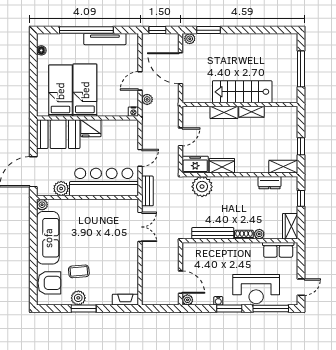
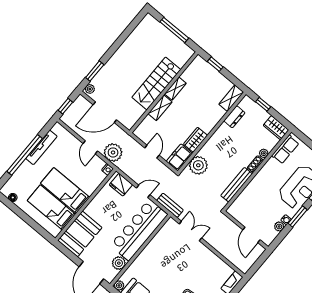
plant: (147, 99) -> (113, 152), width x1.87, depth x1.87
fridge: (91, 128) -> (121, 185), moved, turned 90
window: (301, 146) -> (215, 64), moved
door: (140, 158) -> (143, 191), hinge flipped
door: (181, 282) -> (251, 235), swing flipped
plant: (187, 300) -> (279, 226), moved

